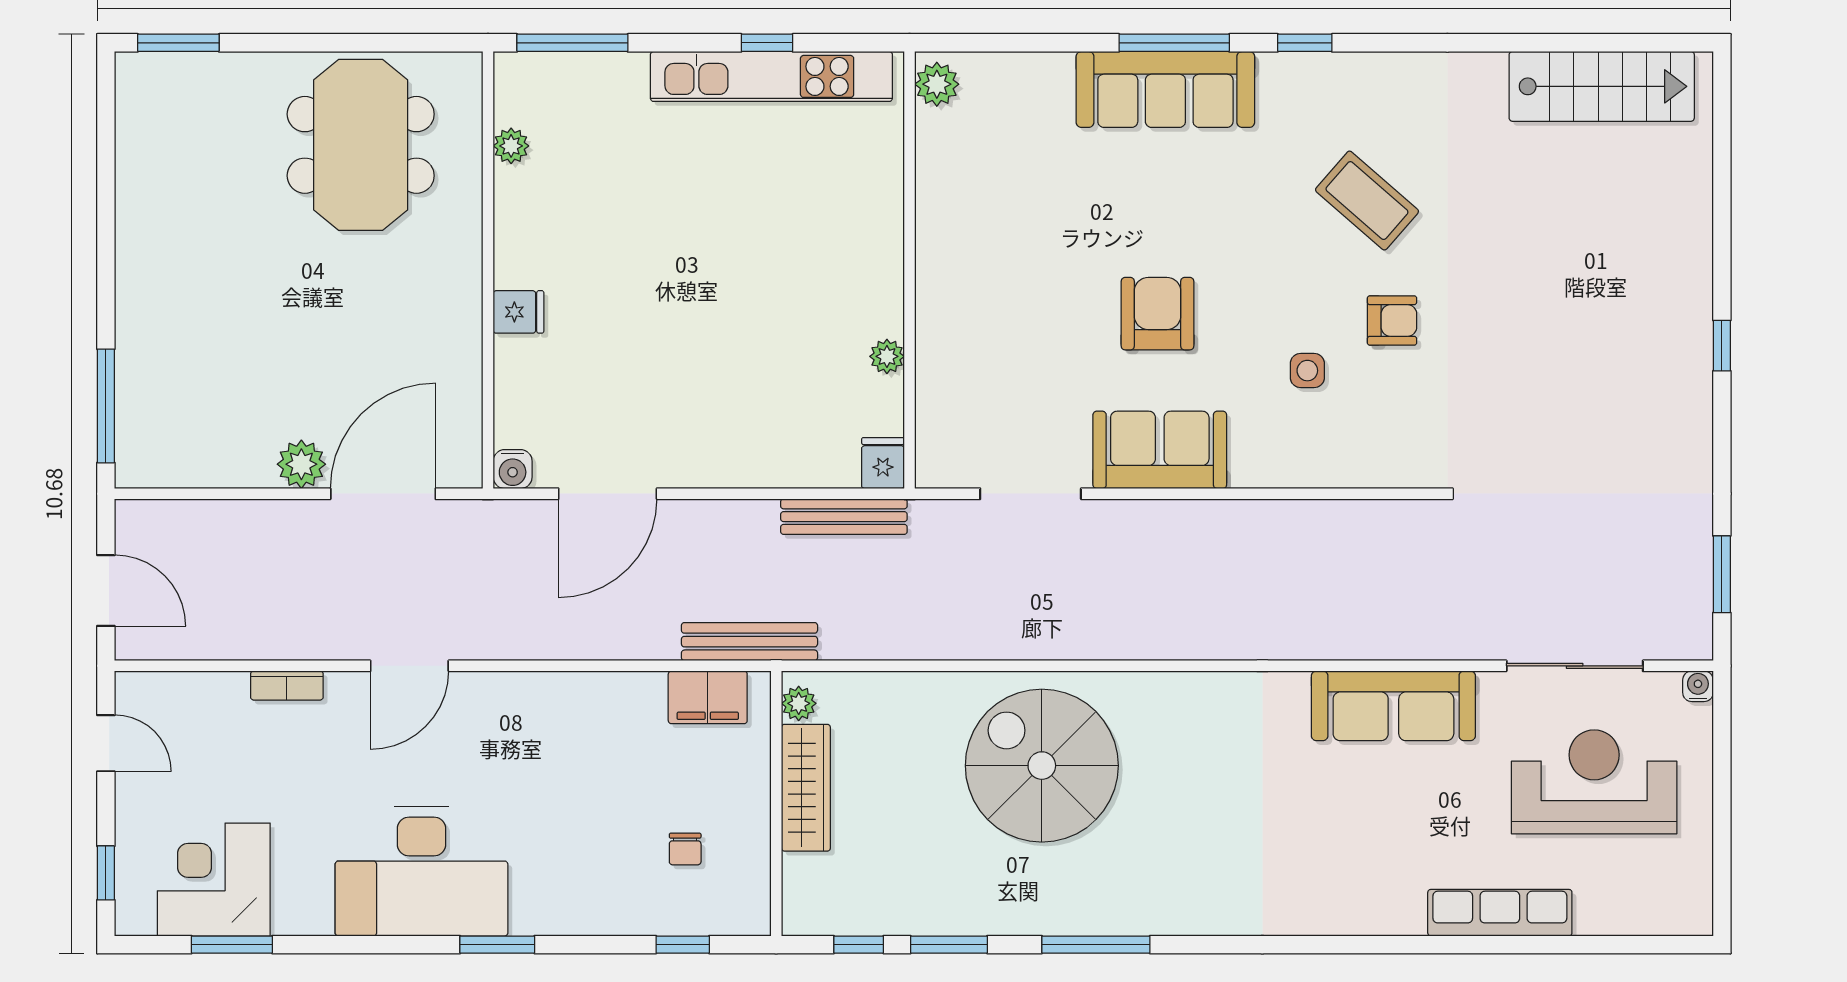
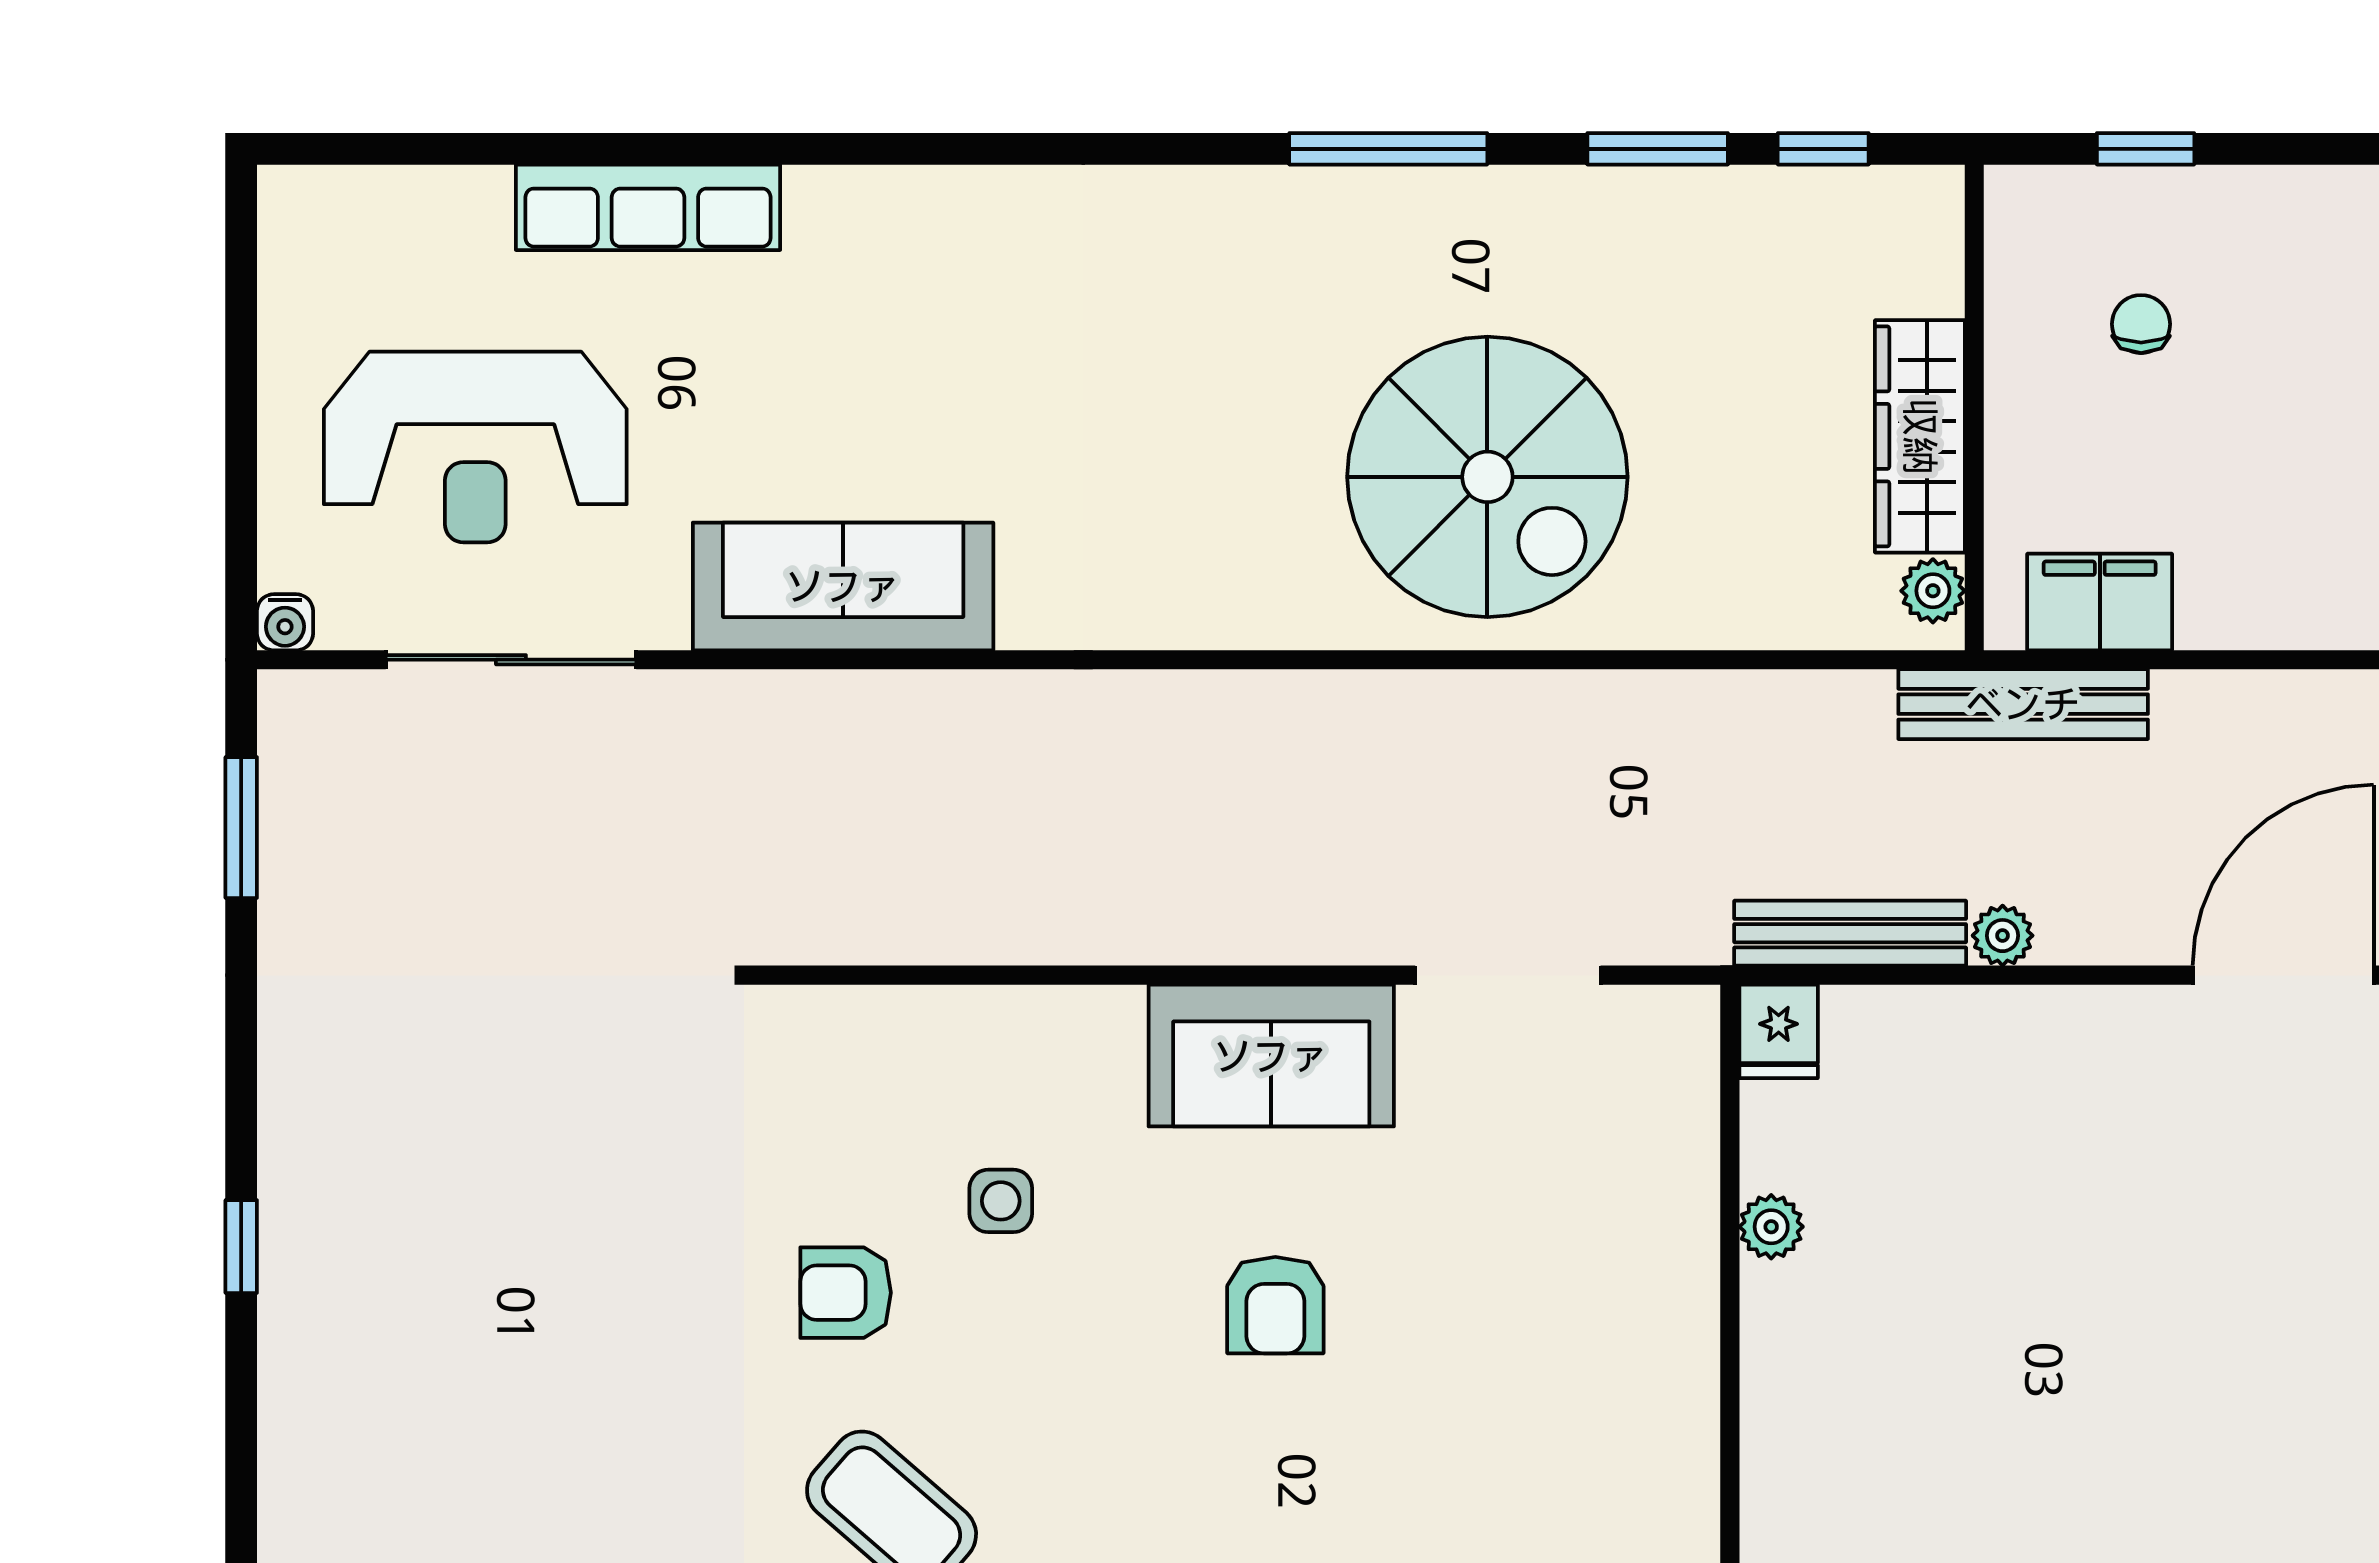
armchair: (1158, 314) -> (1275, 1305), width x0.72, depth x0.72
plant: (761, 515) -> (2003, 936), added

